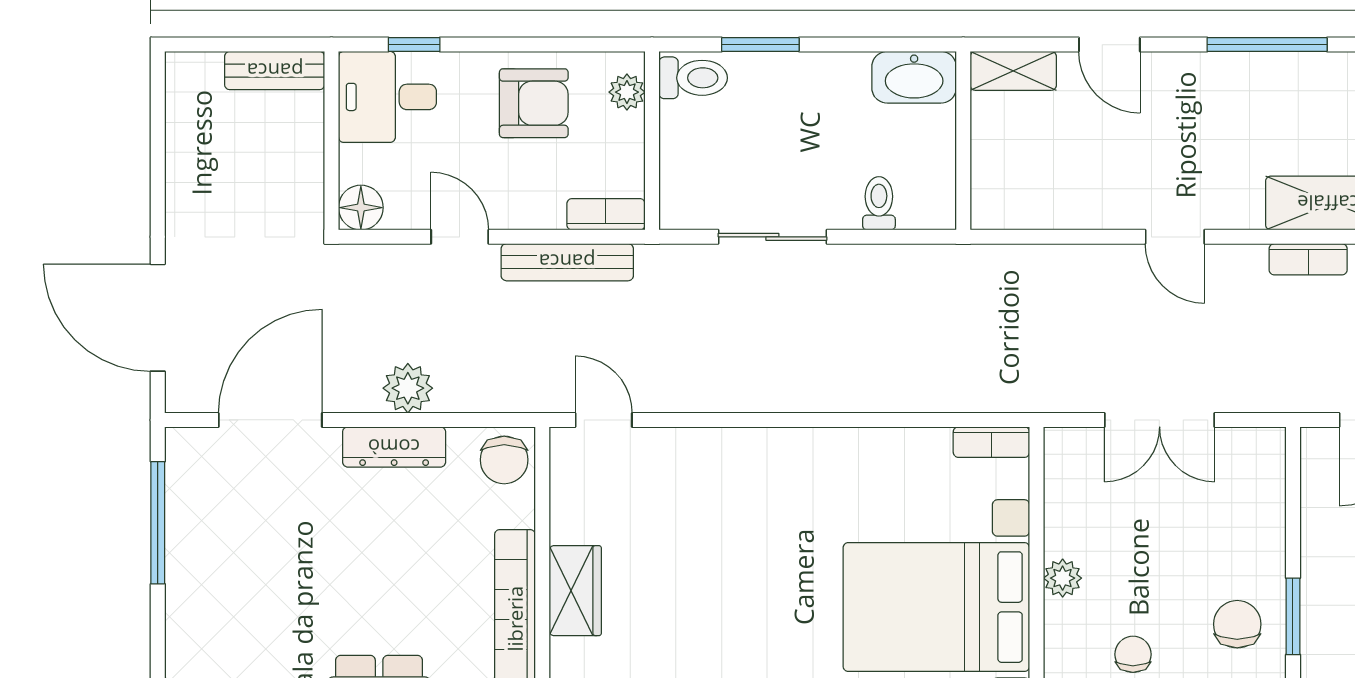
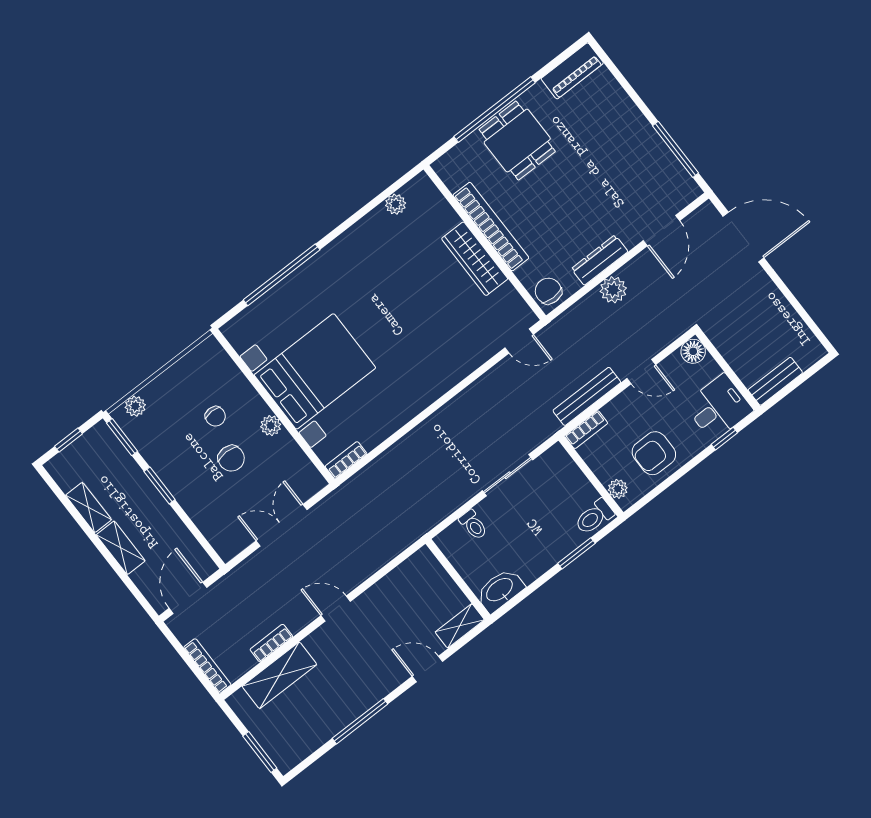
door: (270, 420) -> (661, 231), width x0.73
wardrobe: (575, 591) -> (475, 259), width x1.50
chair: (1237, 624) -> (231, 458), moved

